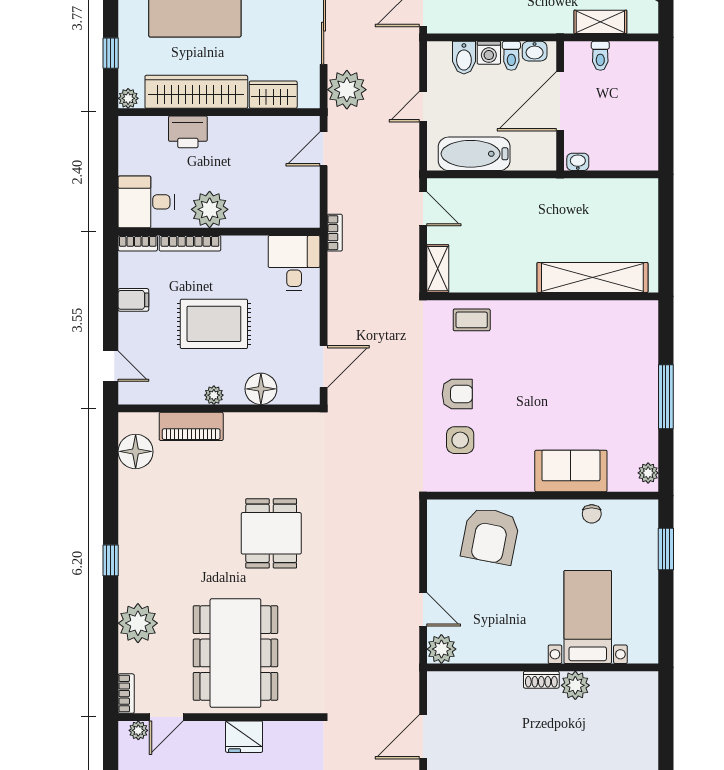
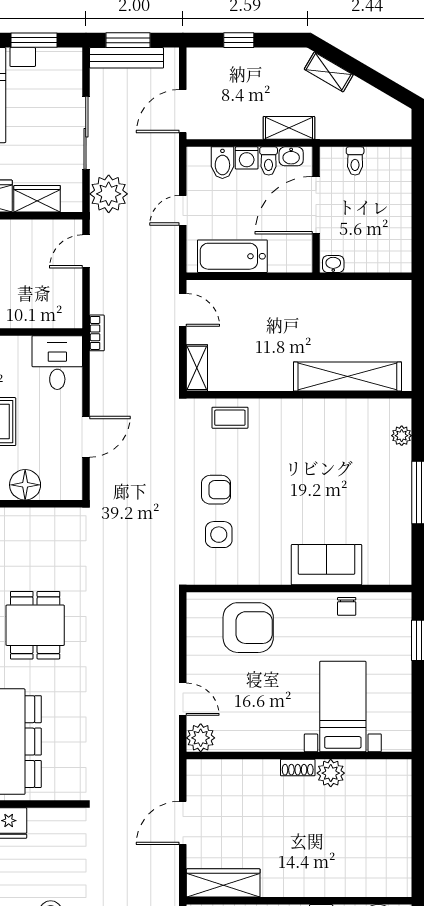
shelving: (600, 22) -> (289, 128), moved
door: (324, 367) -> (86, 437), moved
plant: (648, 473) -> (402, 436), moved
armchair: (490, 536) -> (248, 628), turned -101

